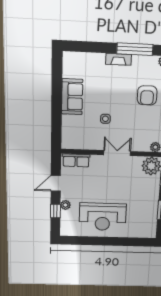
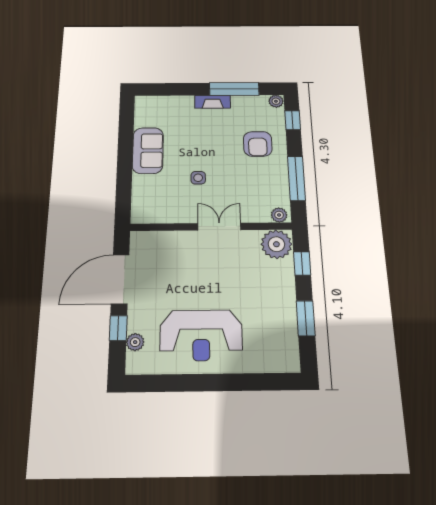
row of seats: (76, 160) -> (154, 241), removed
door: (56, 183) -> (120, 279), width x1.88
plant: (65, 205) -> (135, 342), moved

